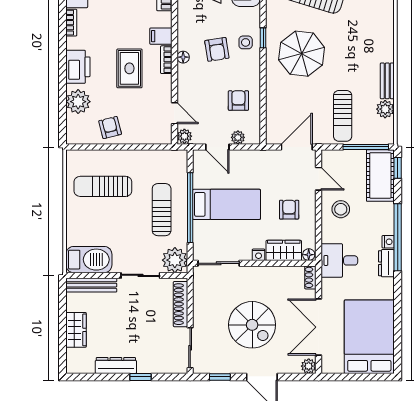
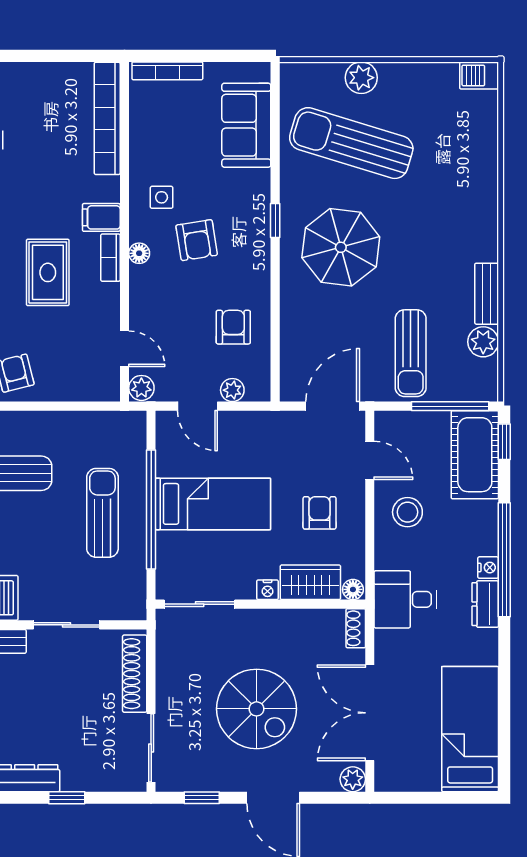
side table: (246, 42) -> (162, 197), moved
plant: (175, 260) -> (125, 599), removed
bed: (369, 337) -> (470, 729), width x0.67

